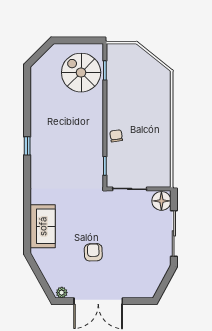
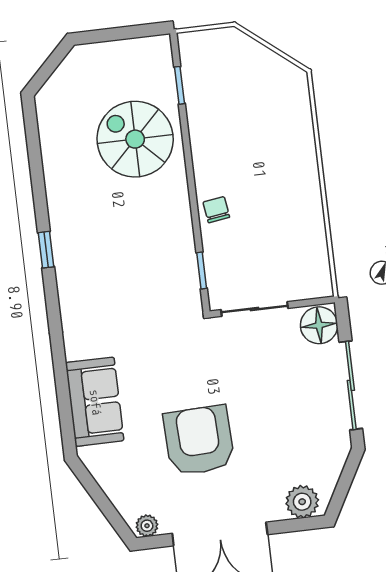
spiral stairs: (81, 73) -> (135, 139), moved
armchair: (93, 252) -> (199, 440), width x1.88, depth x1.88
plant: (142, 290) -> (302, 502), added

